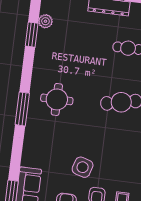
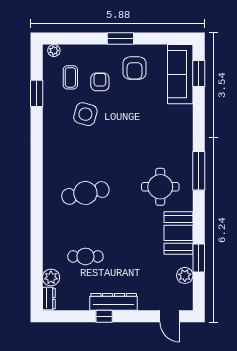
booth: (46, 58) -> (179, 233), added
side table: (83, 167) -> (85, 114), moved

